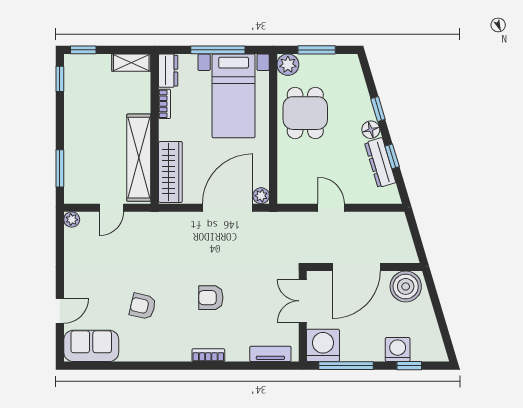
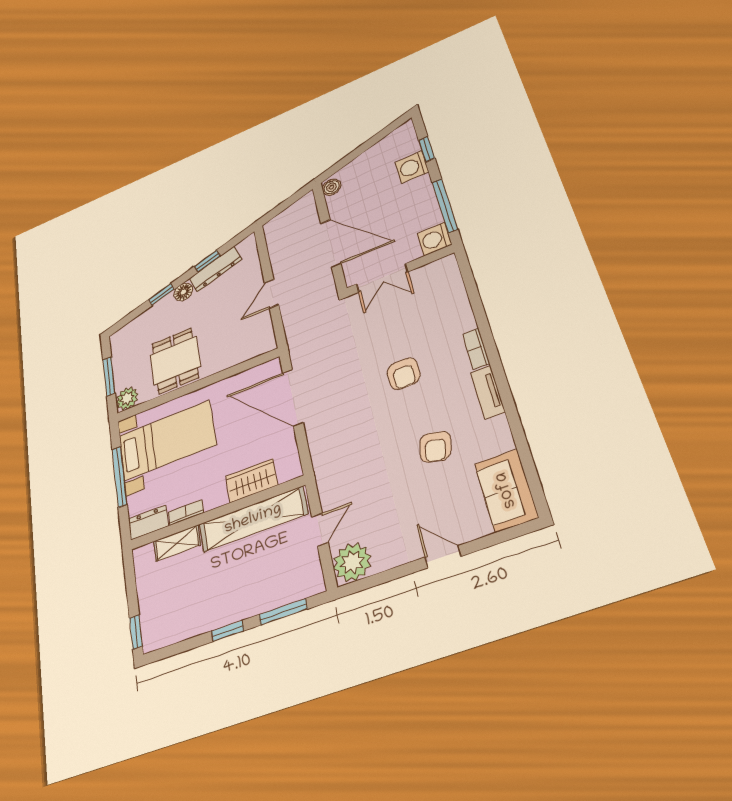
shelving: (131, 63) -> (177, 543), moved, turned 90
window: (60, 79) -> (228, 631), moved
dining table: (305, 113) -> (175, 361), turned 90
wardrobe: (170, 172) -> (251, 481), width x0.67
plant: (261, 196) -> (272, 368), removed
door: (112, 208) -> (320, 530), hinge flipped
plant: (72, 220) -> (352, 562), width x1.88, depth x1.88
boiler: (406, 286) -> (331, 187), width x0.54, depth x0.54
door: (60, 311) -> (443, 557), moved
washing machine: (323, 345) -> (434, 239), width x0.73, depth x0.73
tv unit: (270, 354) -> (488, 392), moved

